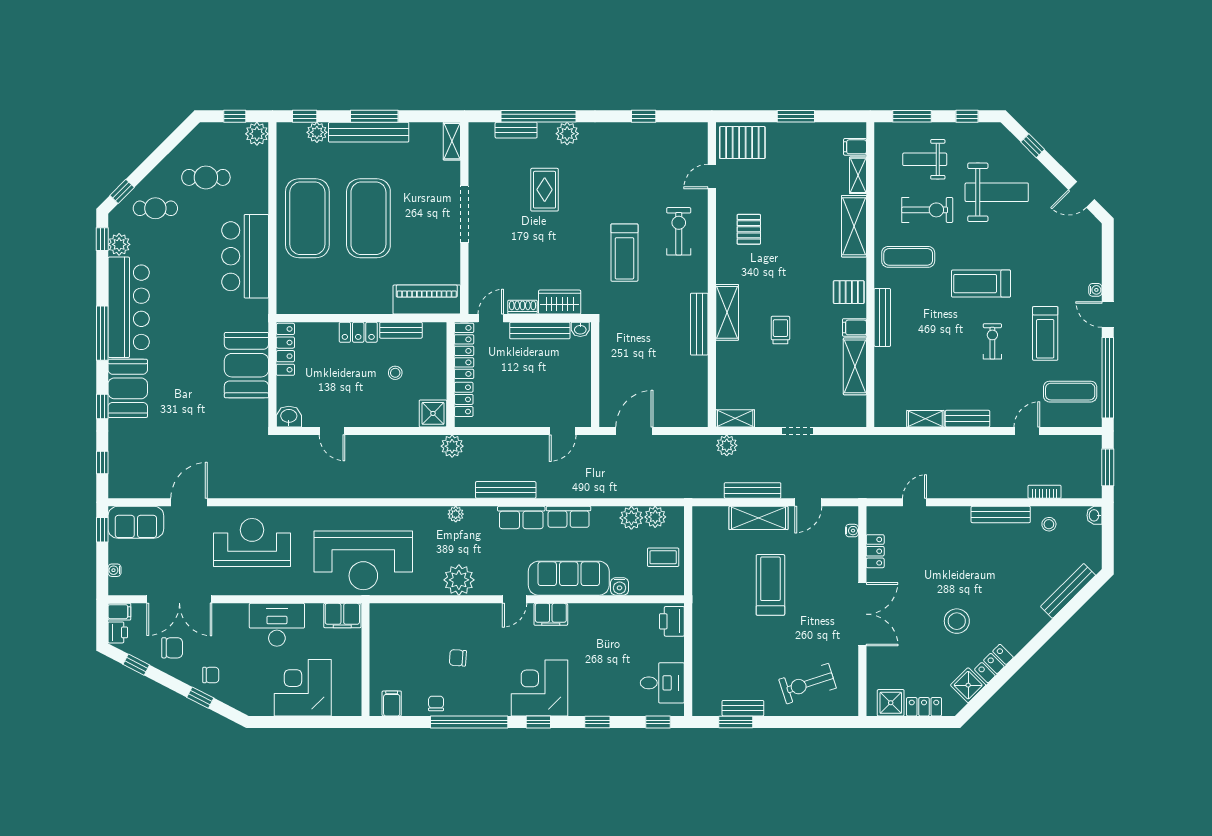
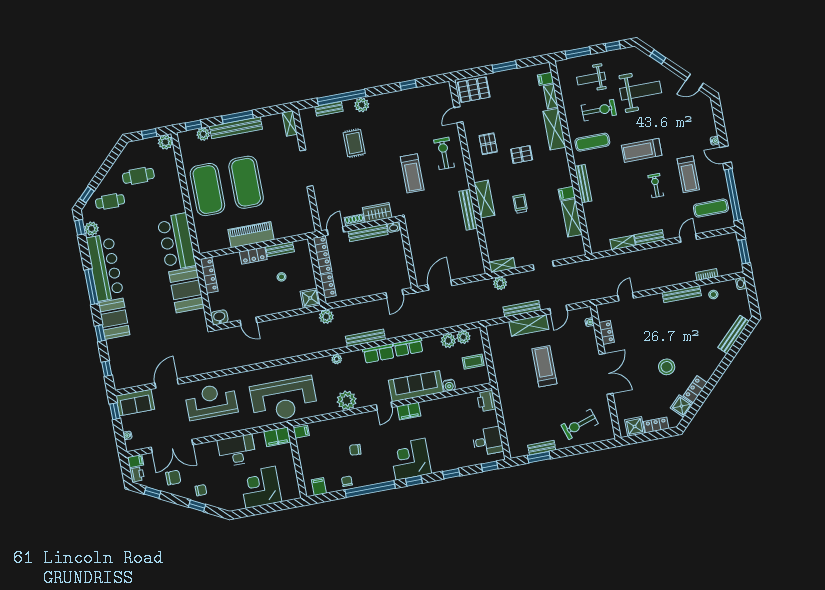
bar counter: (245, 256) -> (177, 242), moved
pallet: (849, 292) -> (522, 154), moved
piano: (427, 300) -> (251, 235), moved
filing cabinet: (381, 615) -> (301, 432), added

